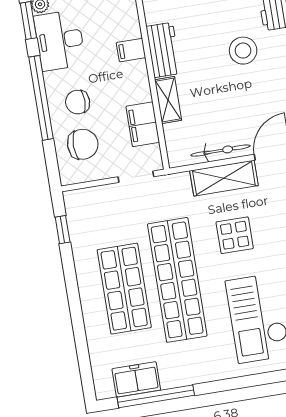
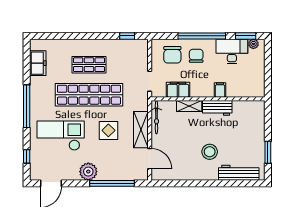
bicycle: (220, 151) -> (156, 117), moved
shop shelf: (124, 289) -> (89, 65), width x0.70, depth x0.74
window: (156, 396) -> (27, 106), moved

